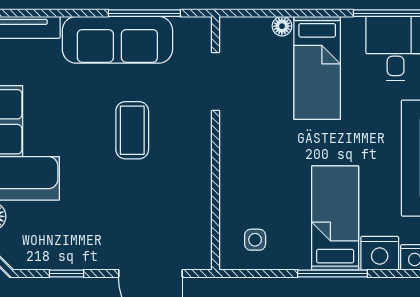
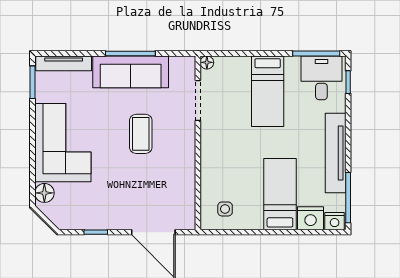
window: (144, 13) -> (130, 54), moved
floor lamp: (282, 26) -> (207, 62), moved
window: (333, 274) -> (278, 232), removed

